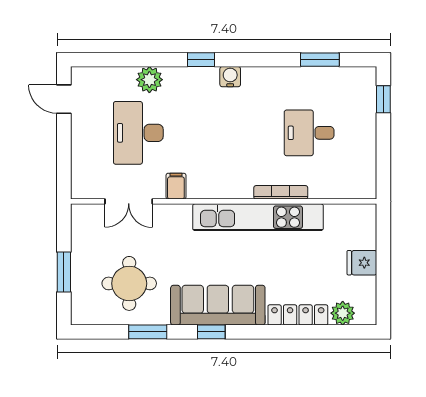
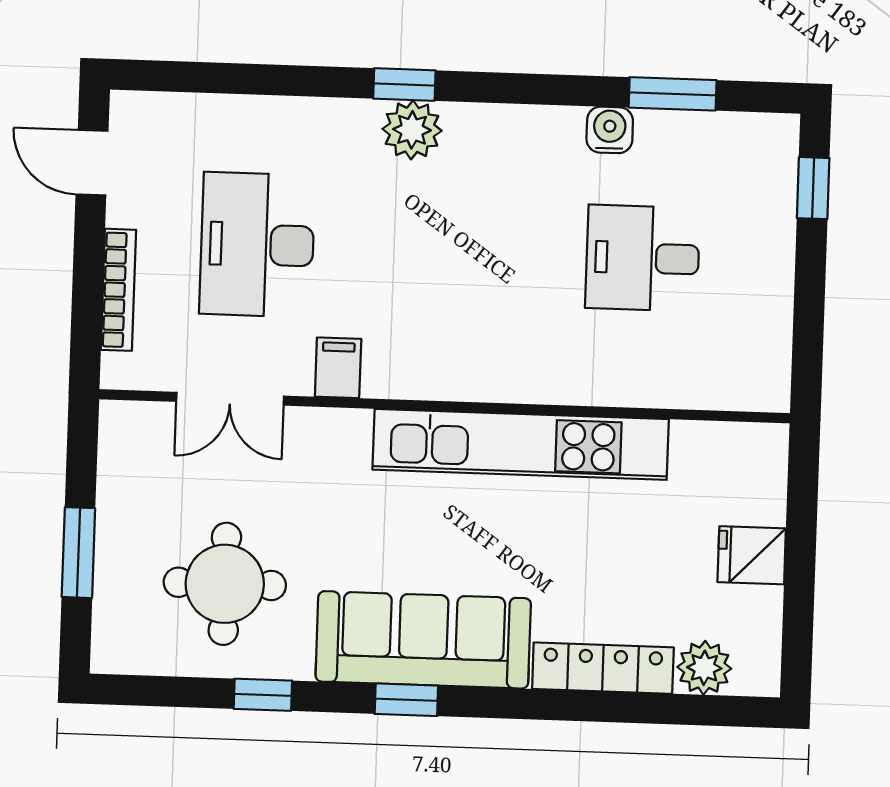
water cooler: (230, 77) -> (610, 130), moved
plant: (149, 80) -> (412, 130), moved
bookcase: (281, 192) -> (118, 290), moved, turned 90
window: (148, 332) -> (263, 695), width x0.67

